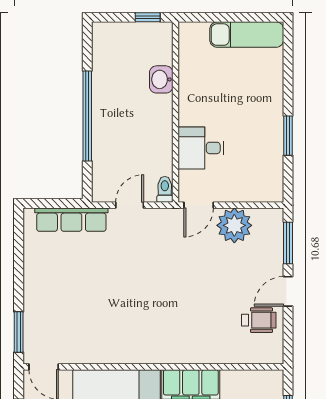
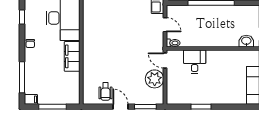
washbasin: (161, 79) -> (246, 41), moved

